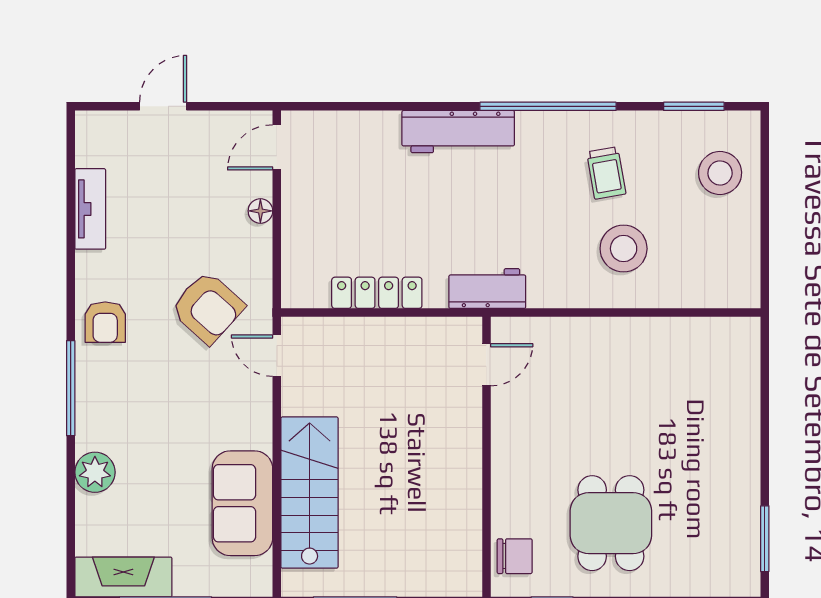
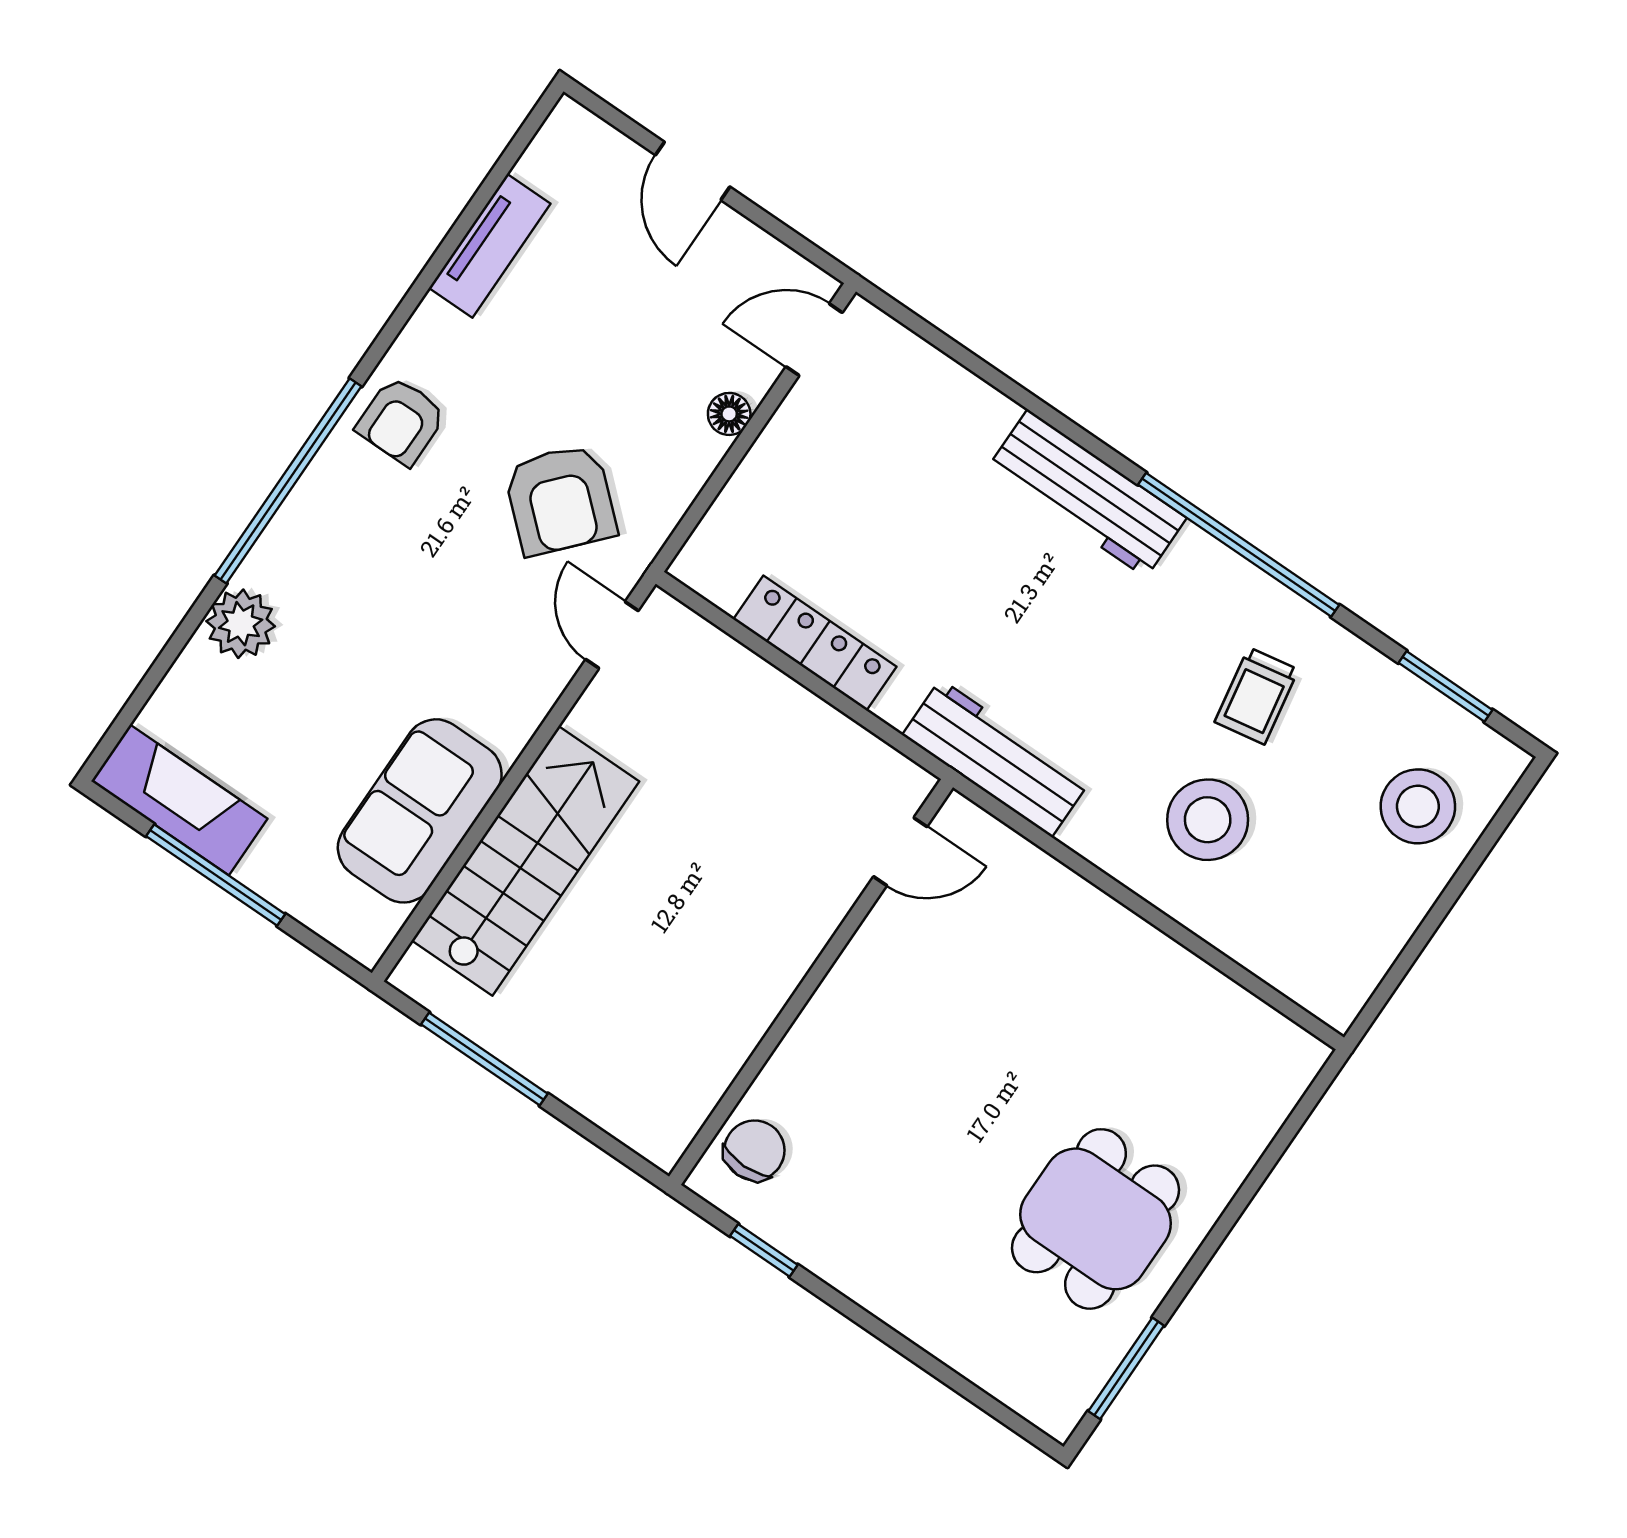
door: (163, 106) -> (693, 171), swing flipped
workbench: (487, 288) -> (996, 758), width x1.38
window: (71, 388) -> (288, 481), width x1.46
dining table: (611, 523) -> (1096, 1219), moved
chair: (515, 556) -> (754, 1150), turned -90

